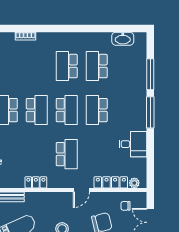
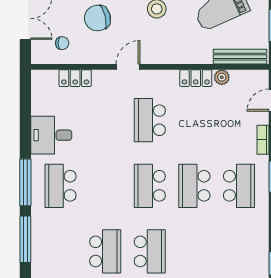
school desk: (97, 110) -> (61, 186), moved, turned 180
locker: (111, 182) -> (75, 78), width x0.66
plant: (134, 183) -> (222, 77), moved

